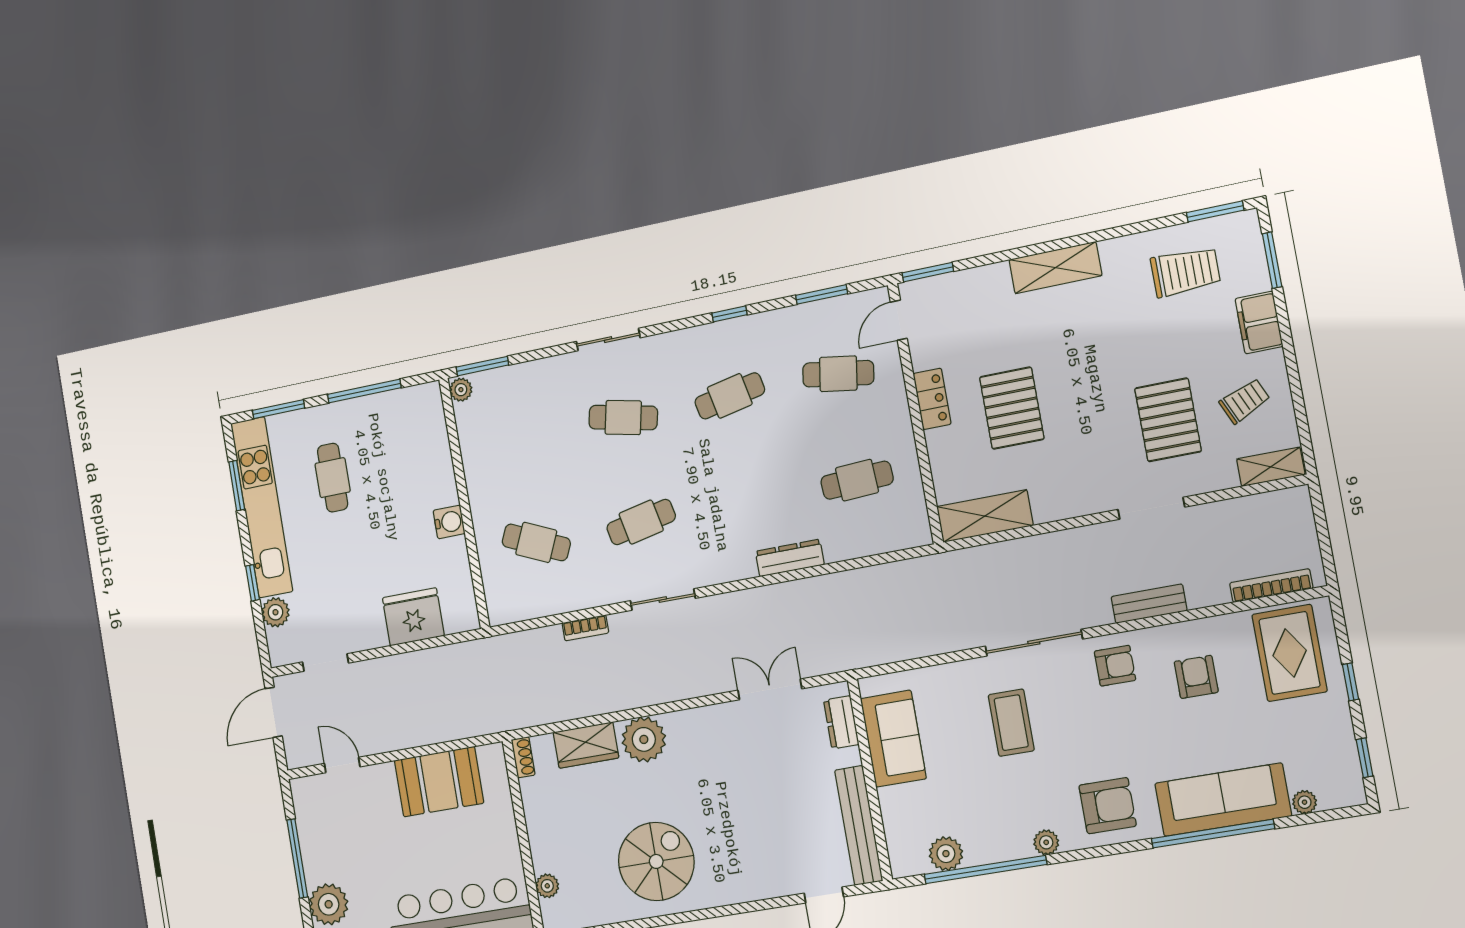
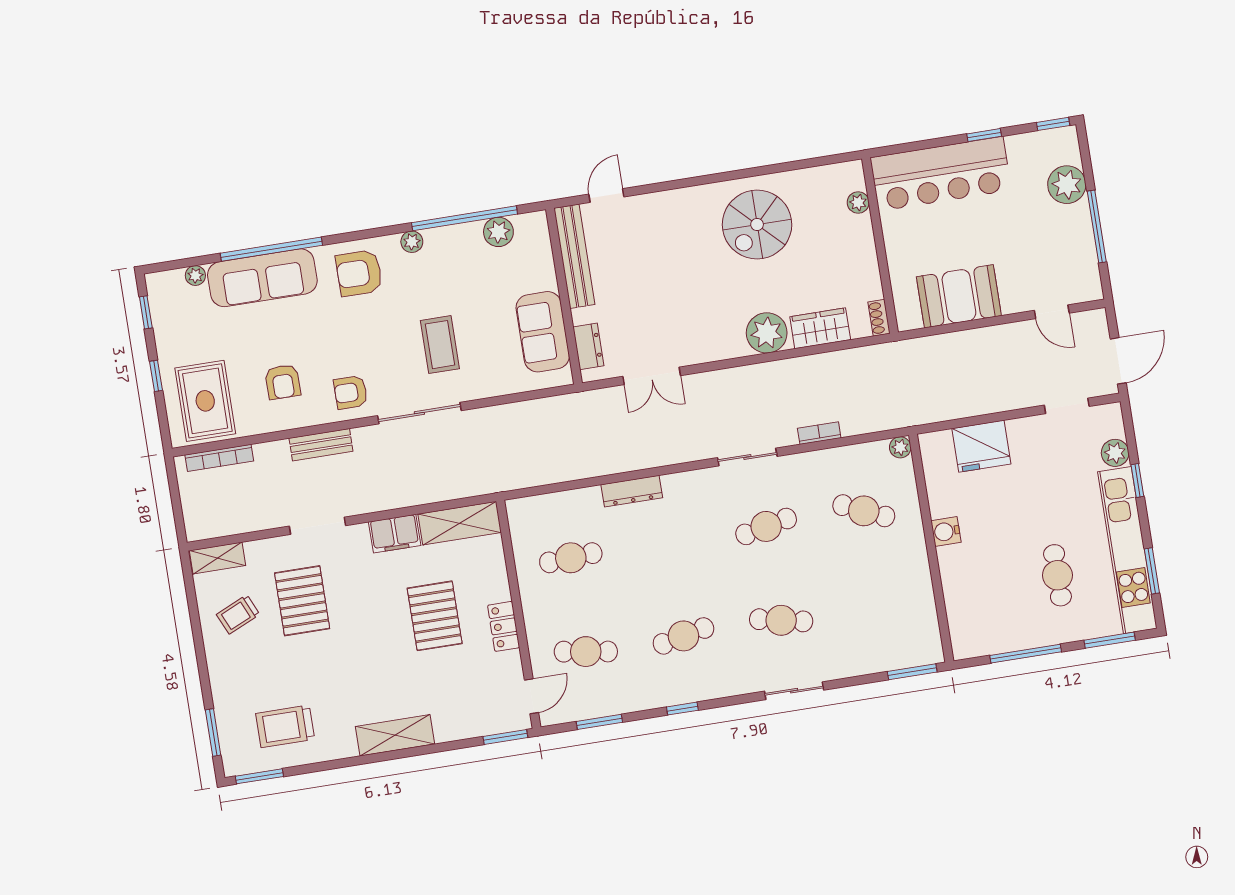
filing cabinet: (1259, 323) -> (395, 534), moved, turned 90
plant: (461, 390) -> (900, 447), moved

